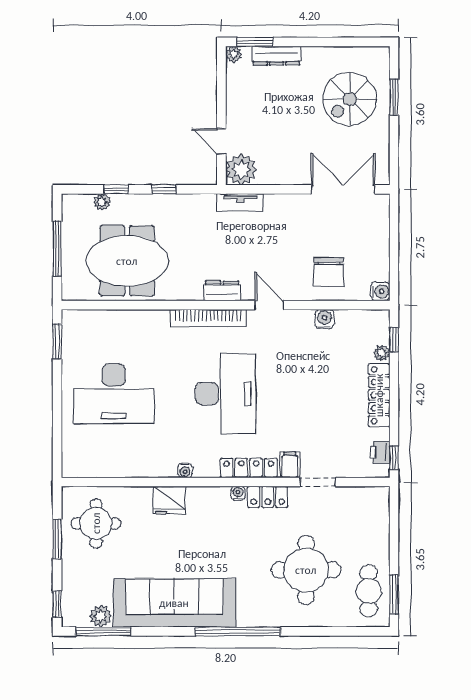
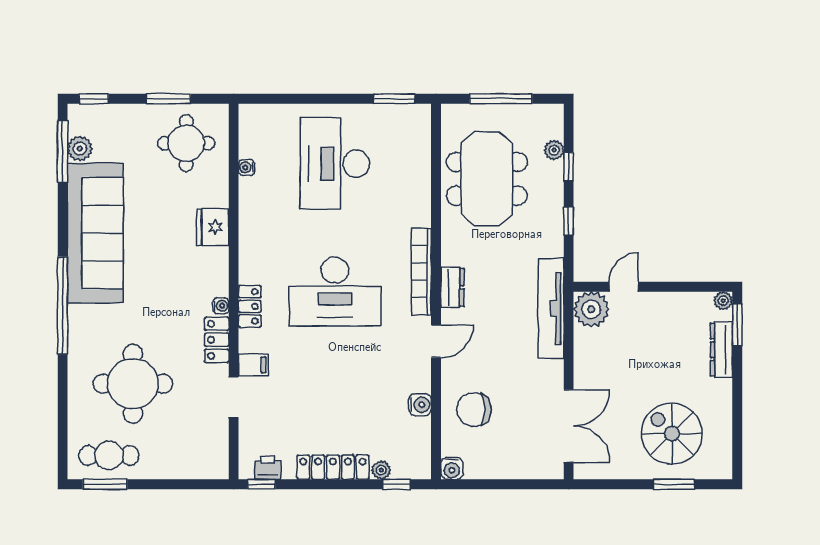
tv unit: (240, 202) -> (551, 309), width x1.92, depth x1.29
locker: (249, 468) -> (250, 306), width x0.66
water cooler: (185, 471) -> (247, 167), moved

